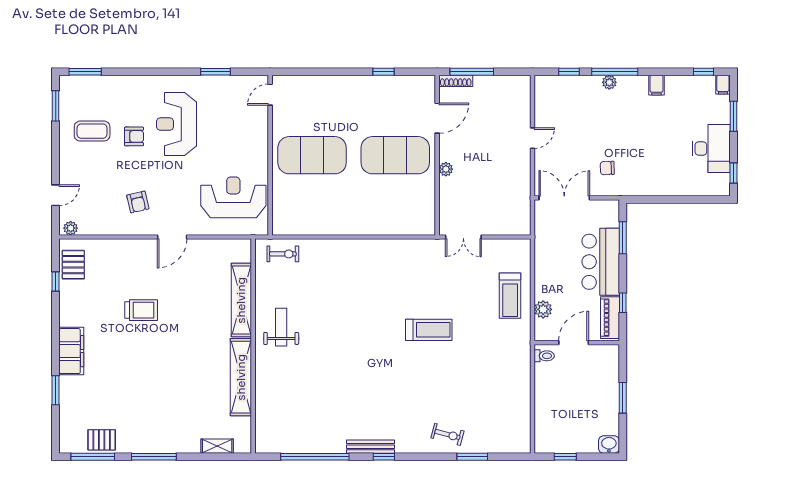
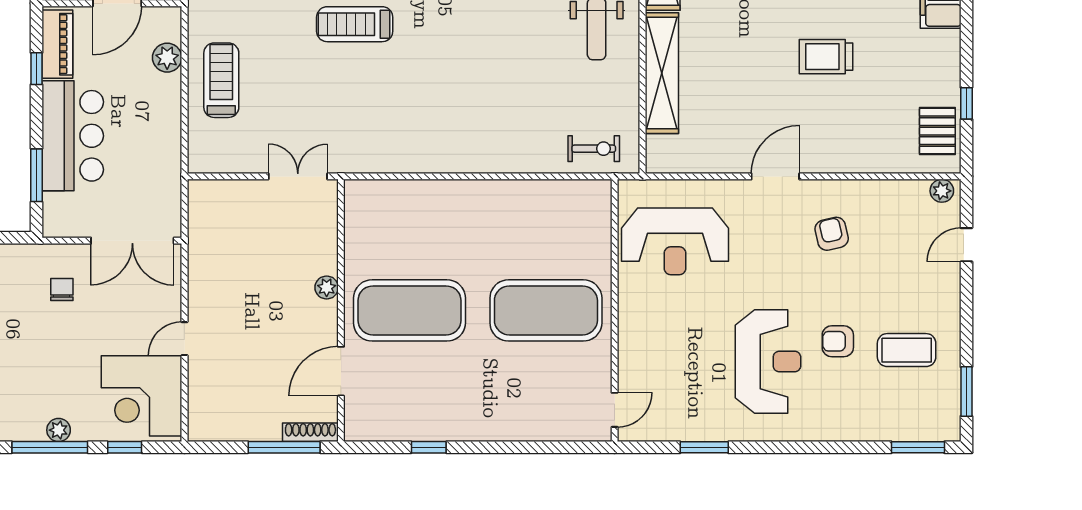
corner desk: (559, 103) -> (141, 396), added
chair: (607, 168) -> (62, 289), turned -88
exercise bike: (283, 254) -> (594, 149), turned 180

